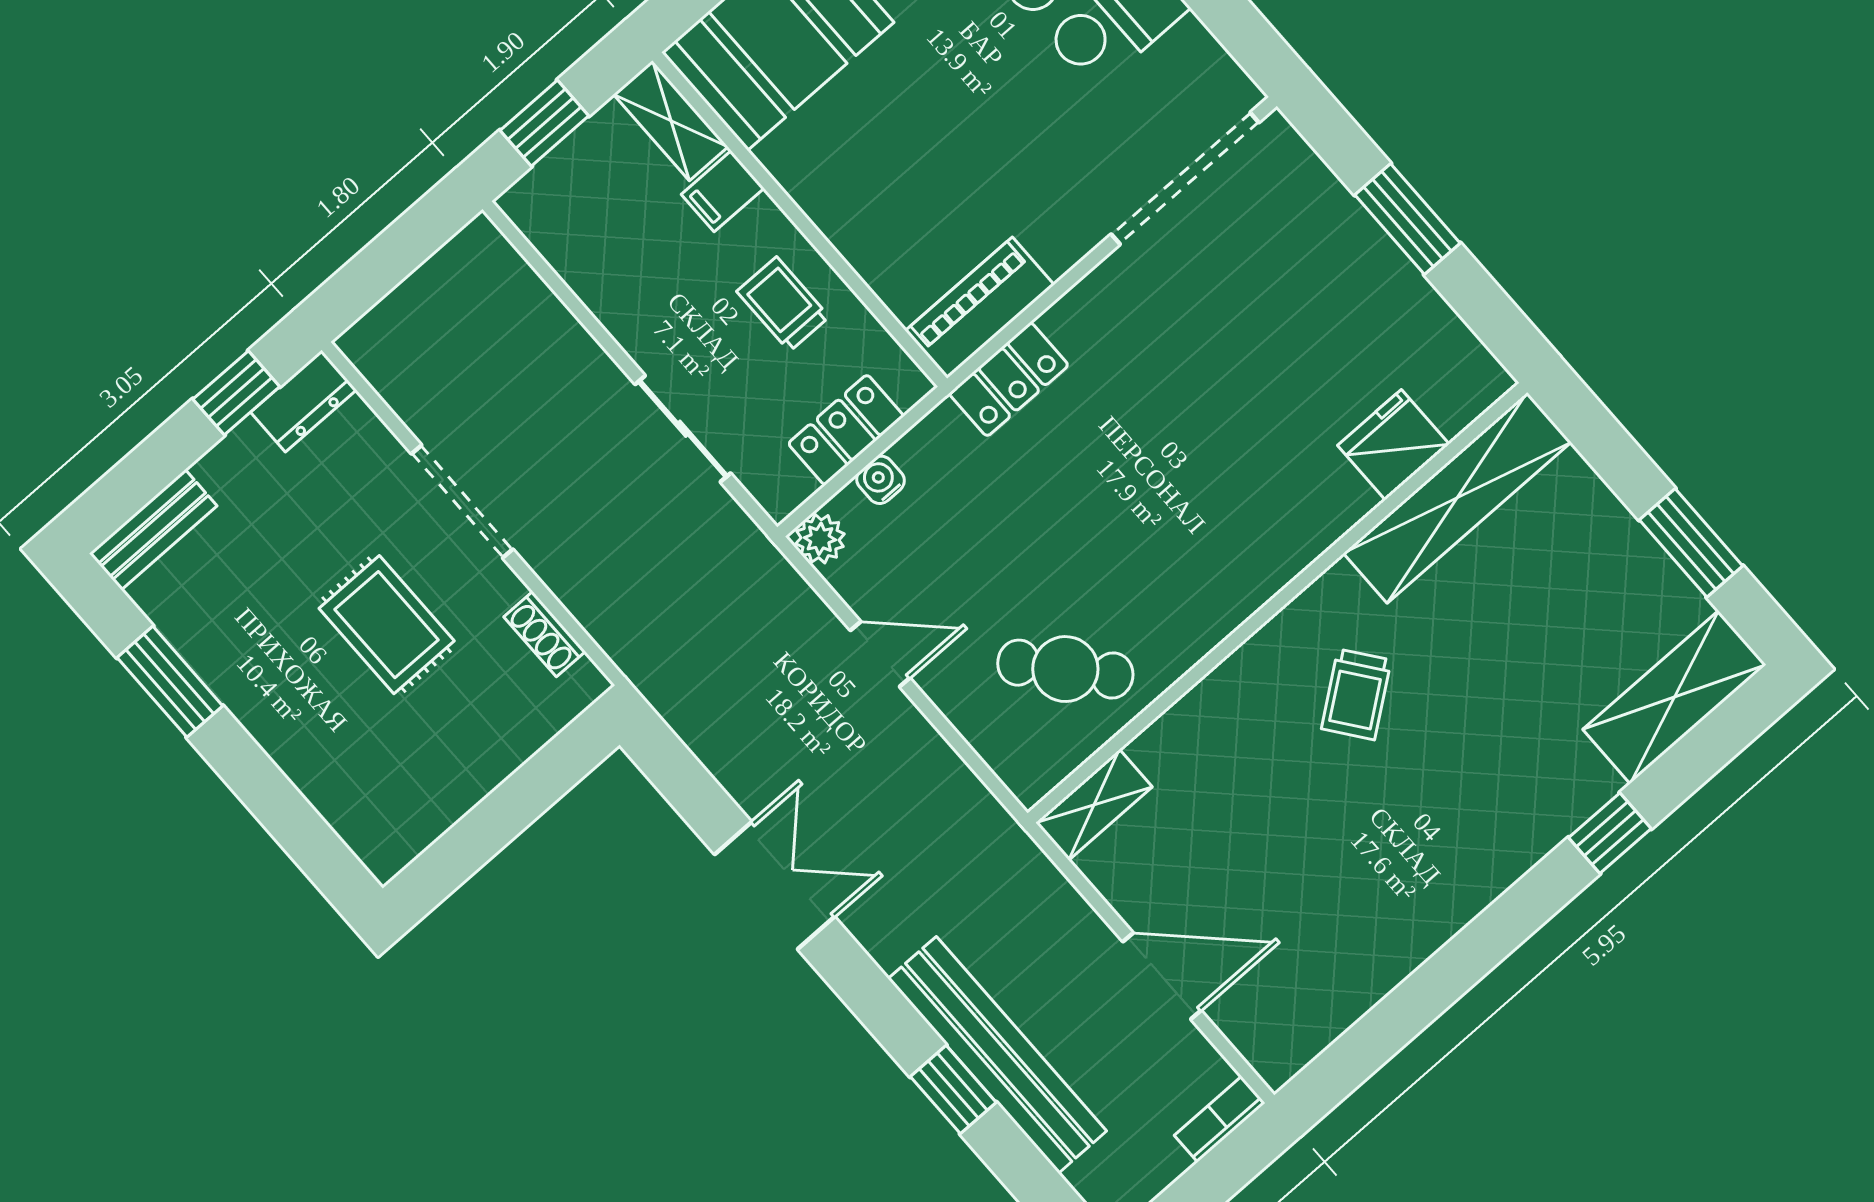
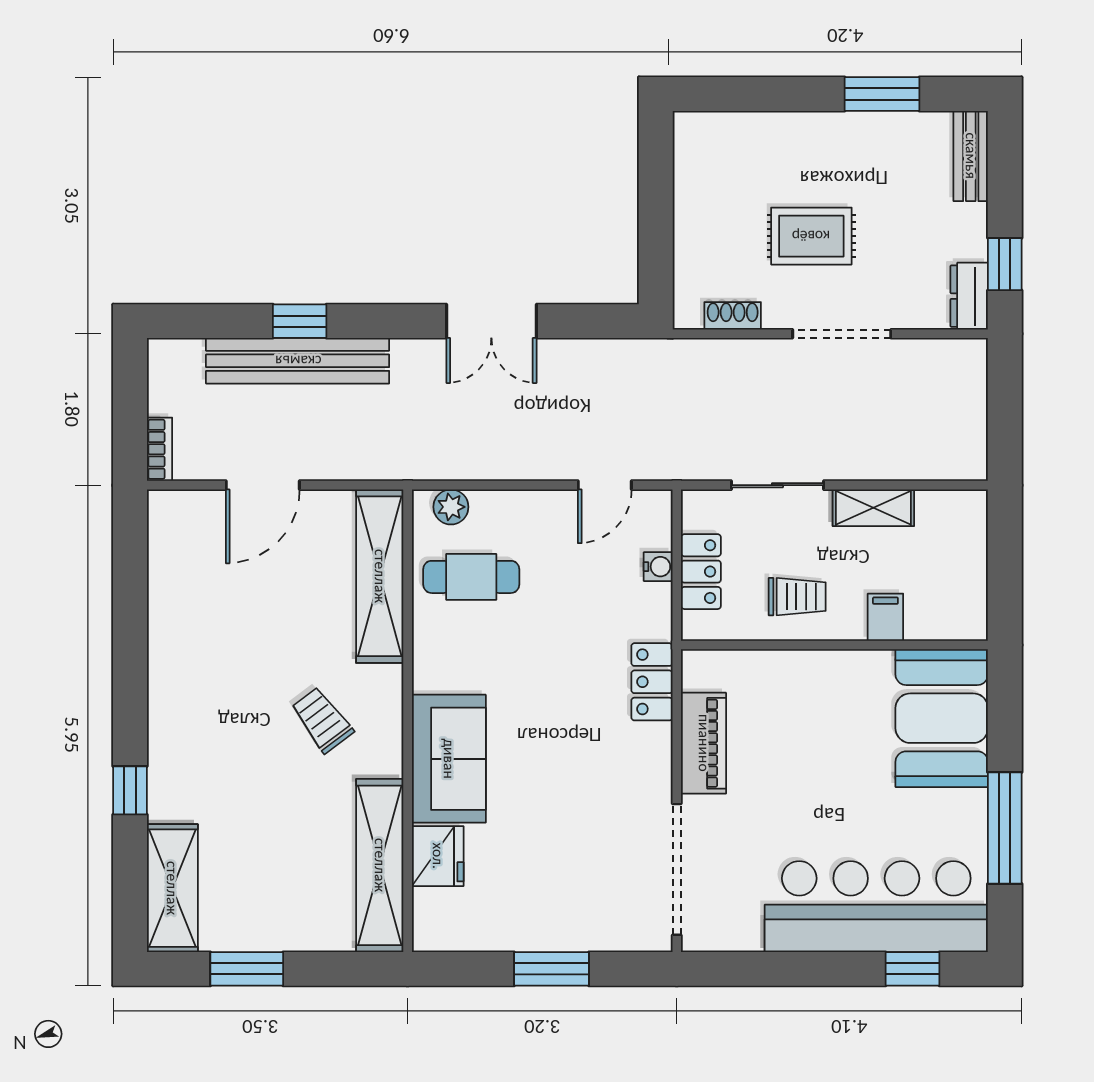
shelving: (671, 121) -> (873, 508), moved
window: (544, 123) -> (1005, 554), removed
piano: (980, 308) -> (704, 743), moved
sofa: (1280, 524) -> (449, 759), added
plant: (820, 539) -> (451, 507), moved
door: (880, 654) -> (605, 485), moved
cafe table: (1065, 669) -> (471, 577), turned 41
shelving: (1094, 805) -> (380, 576), width x2.20, depth x1.33

